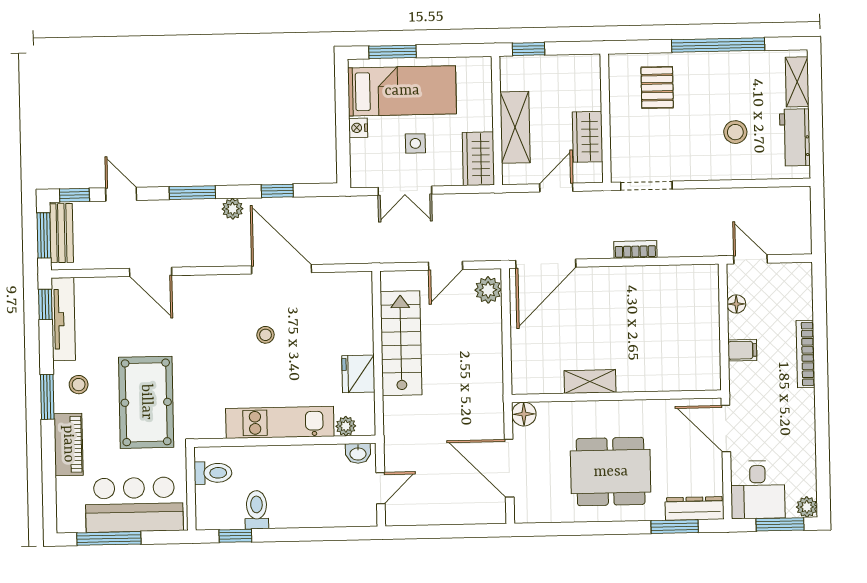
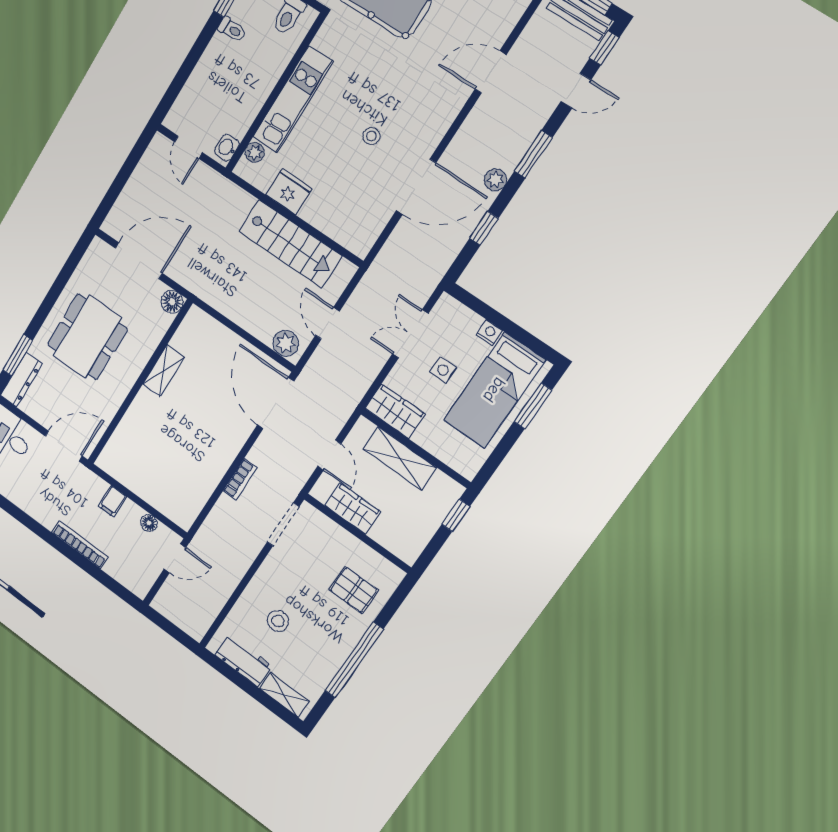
toilet: (257, 510) -> (232, 29), width x0.73, depth x0.72

